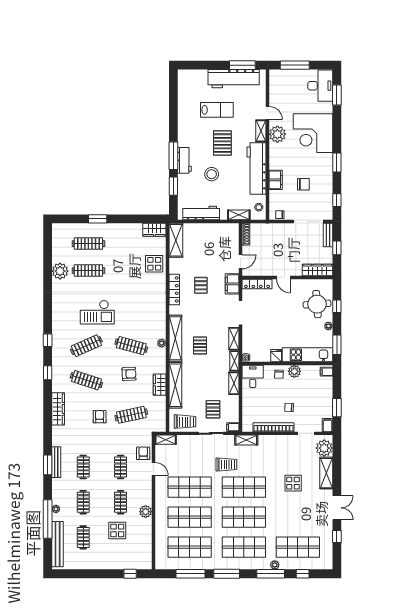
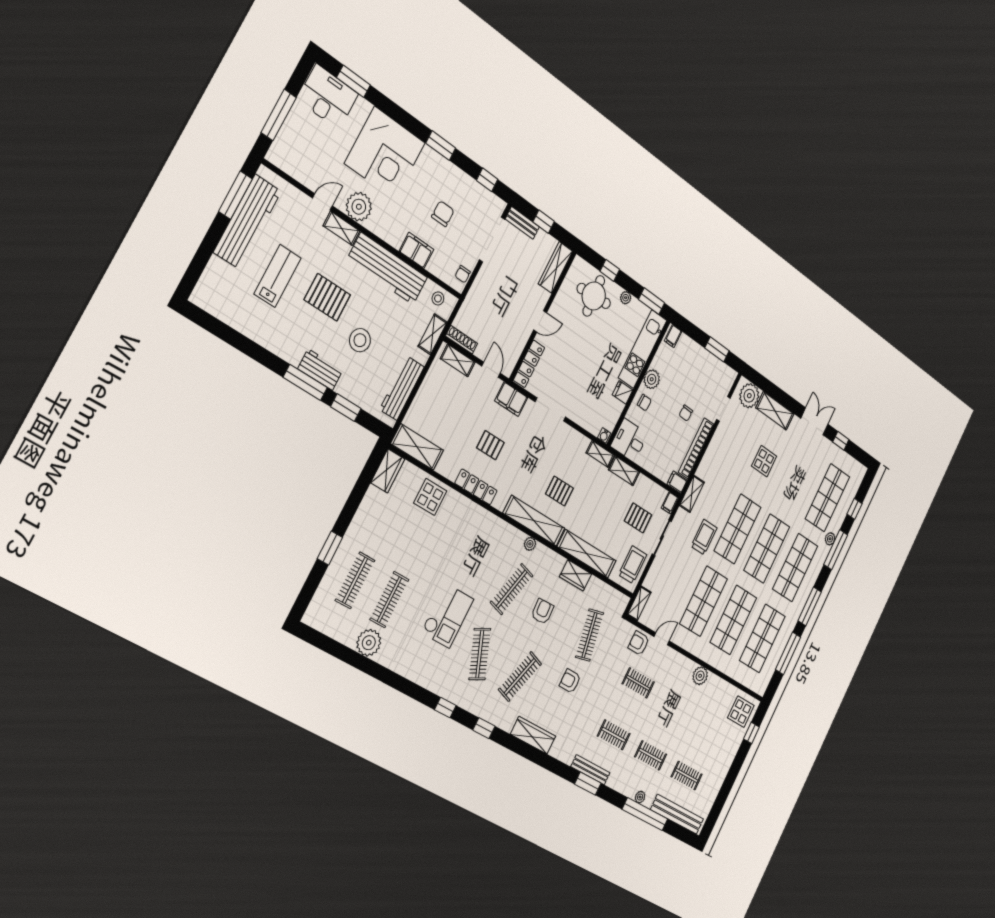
shelving: (234, 339) -> (458, 360), moved
filing cabinet: (327, 425) -> (677, 482), moved
clothes rail: (121, 502) -> (675, 704), removed
display table: (117, 530) -> (741, 712), moved

